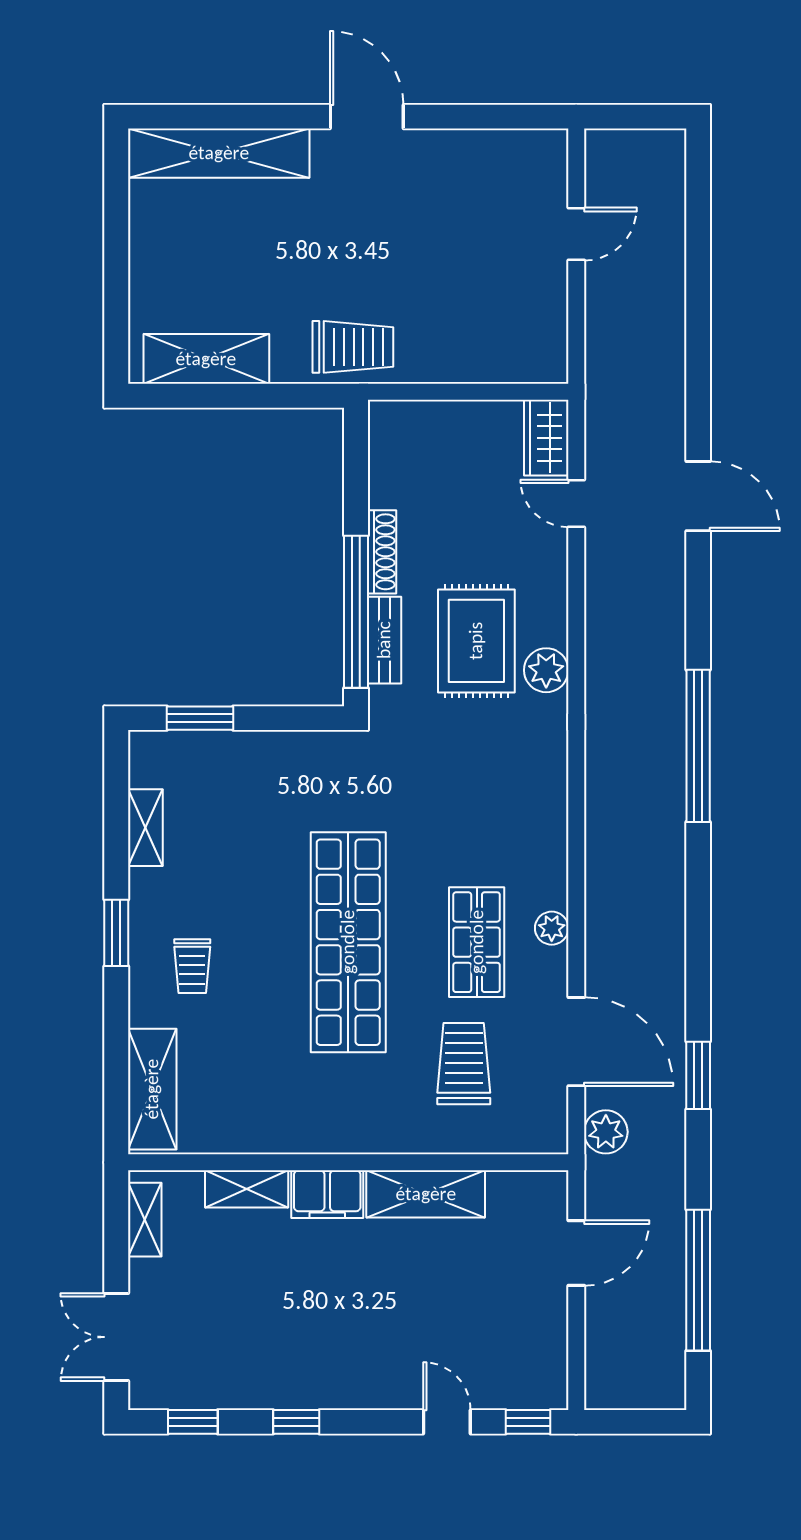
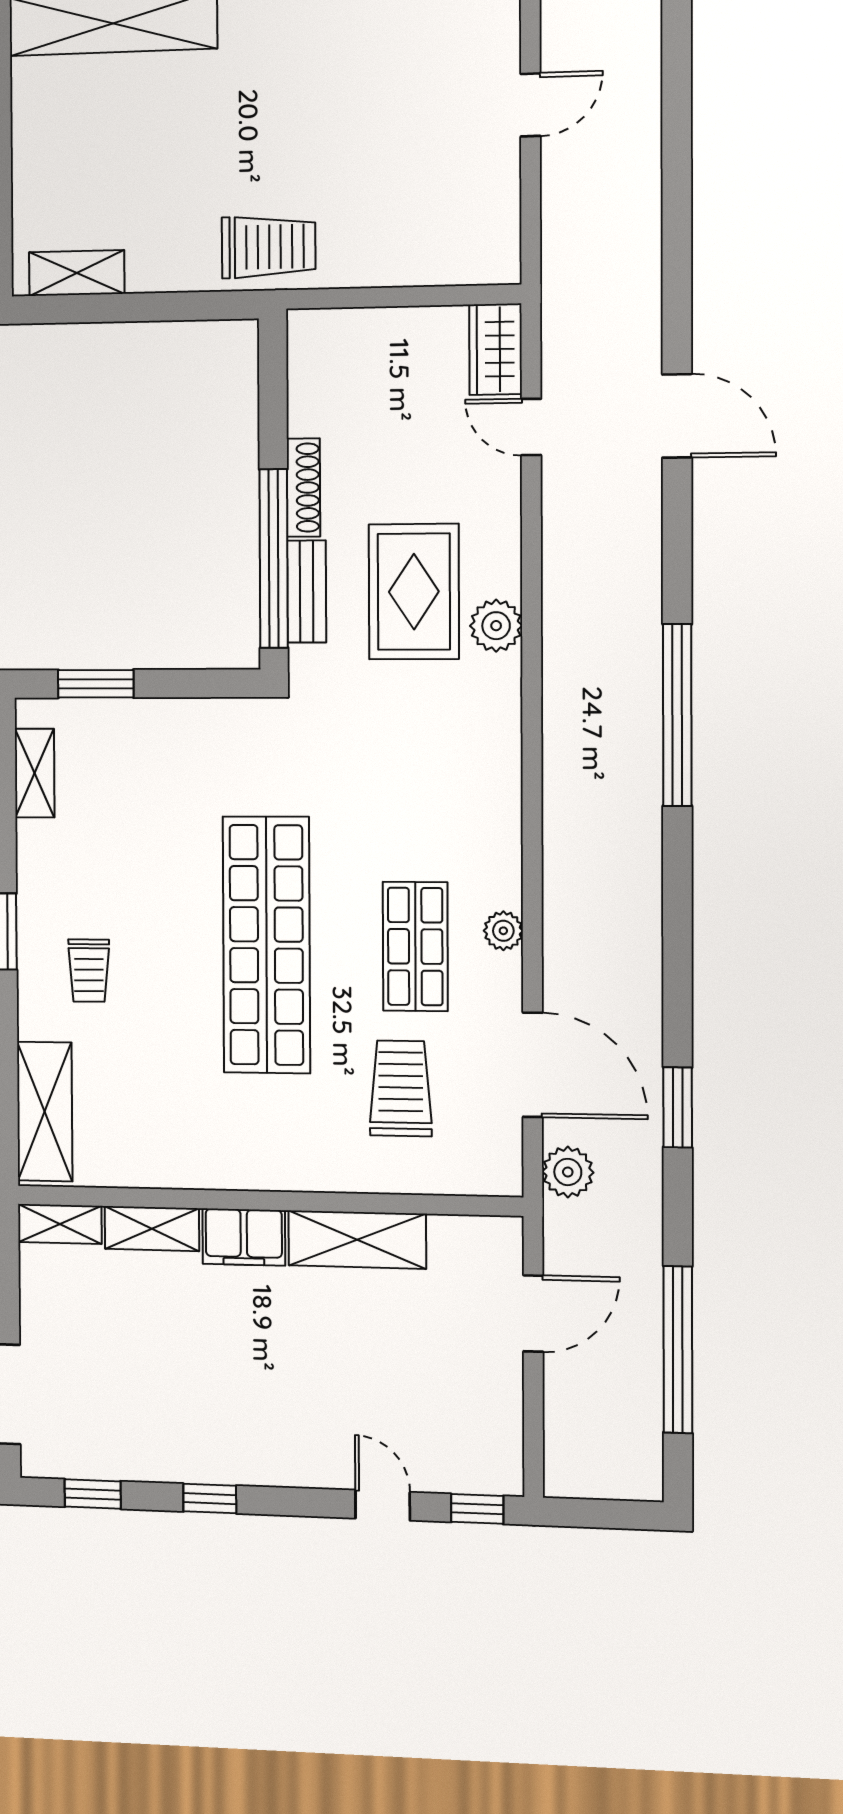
shelving: (206, 359) -> (77, 273), width x0.67, depth x0.75
shelving: (145, 828) -> (35, 773), moved
shelving: (145, 1220) -> (60, 1224), moved, turned 90

